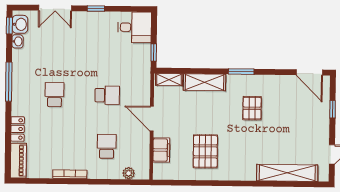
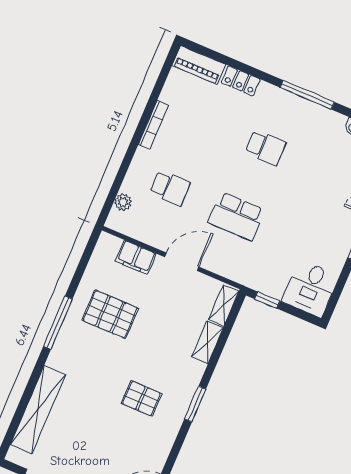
shelving: (205, 82) -> (207, 342), width x0.67, depth x0.75
school desk: (107, 95) -> (236, 216), width x1.85
window: (225, 183) -> (58, 323), added

